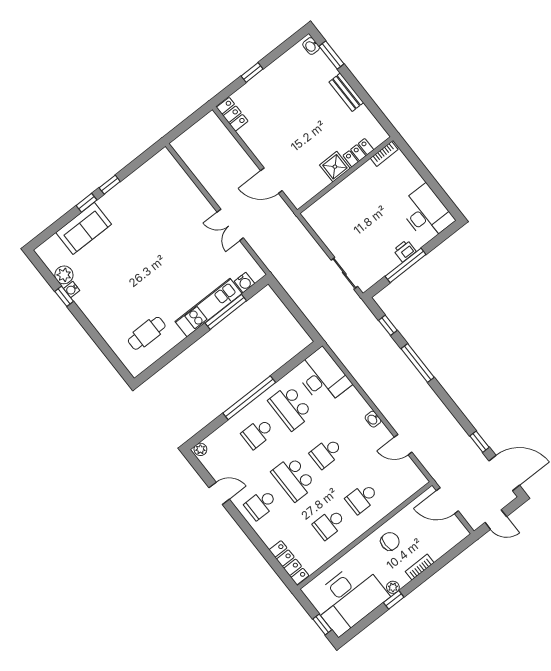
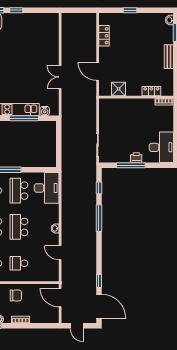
locker: (232, 114) -> (104, 36), moved
shower: (335, 167) -> (119, 89), moved
school desk: (326, 453) -> (19, 227), width x1.85

